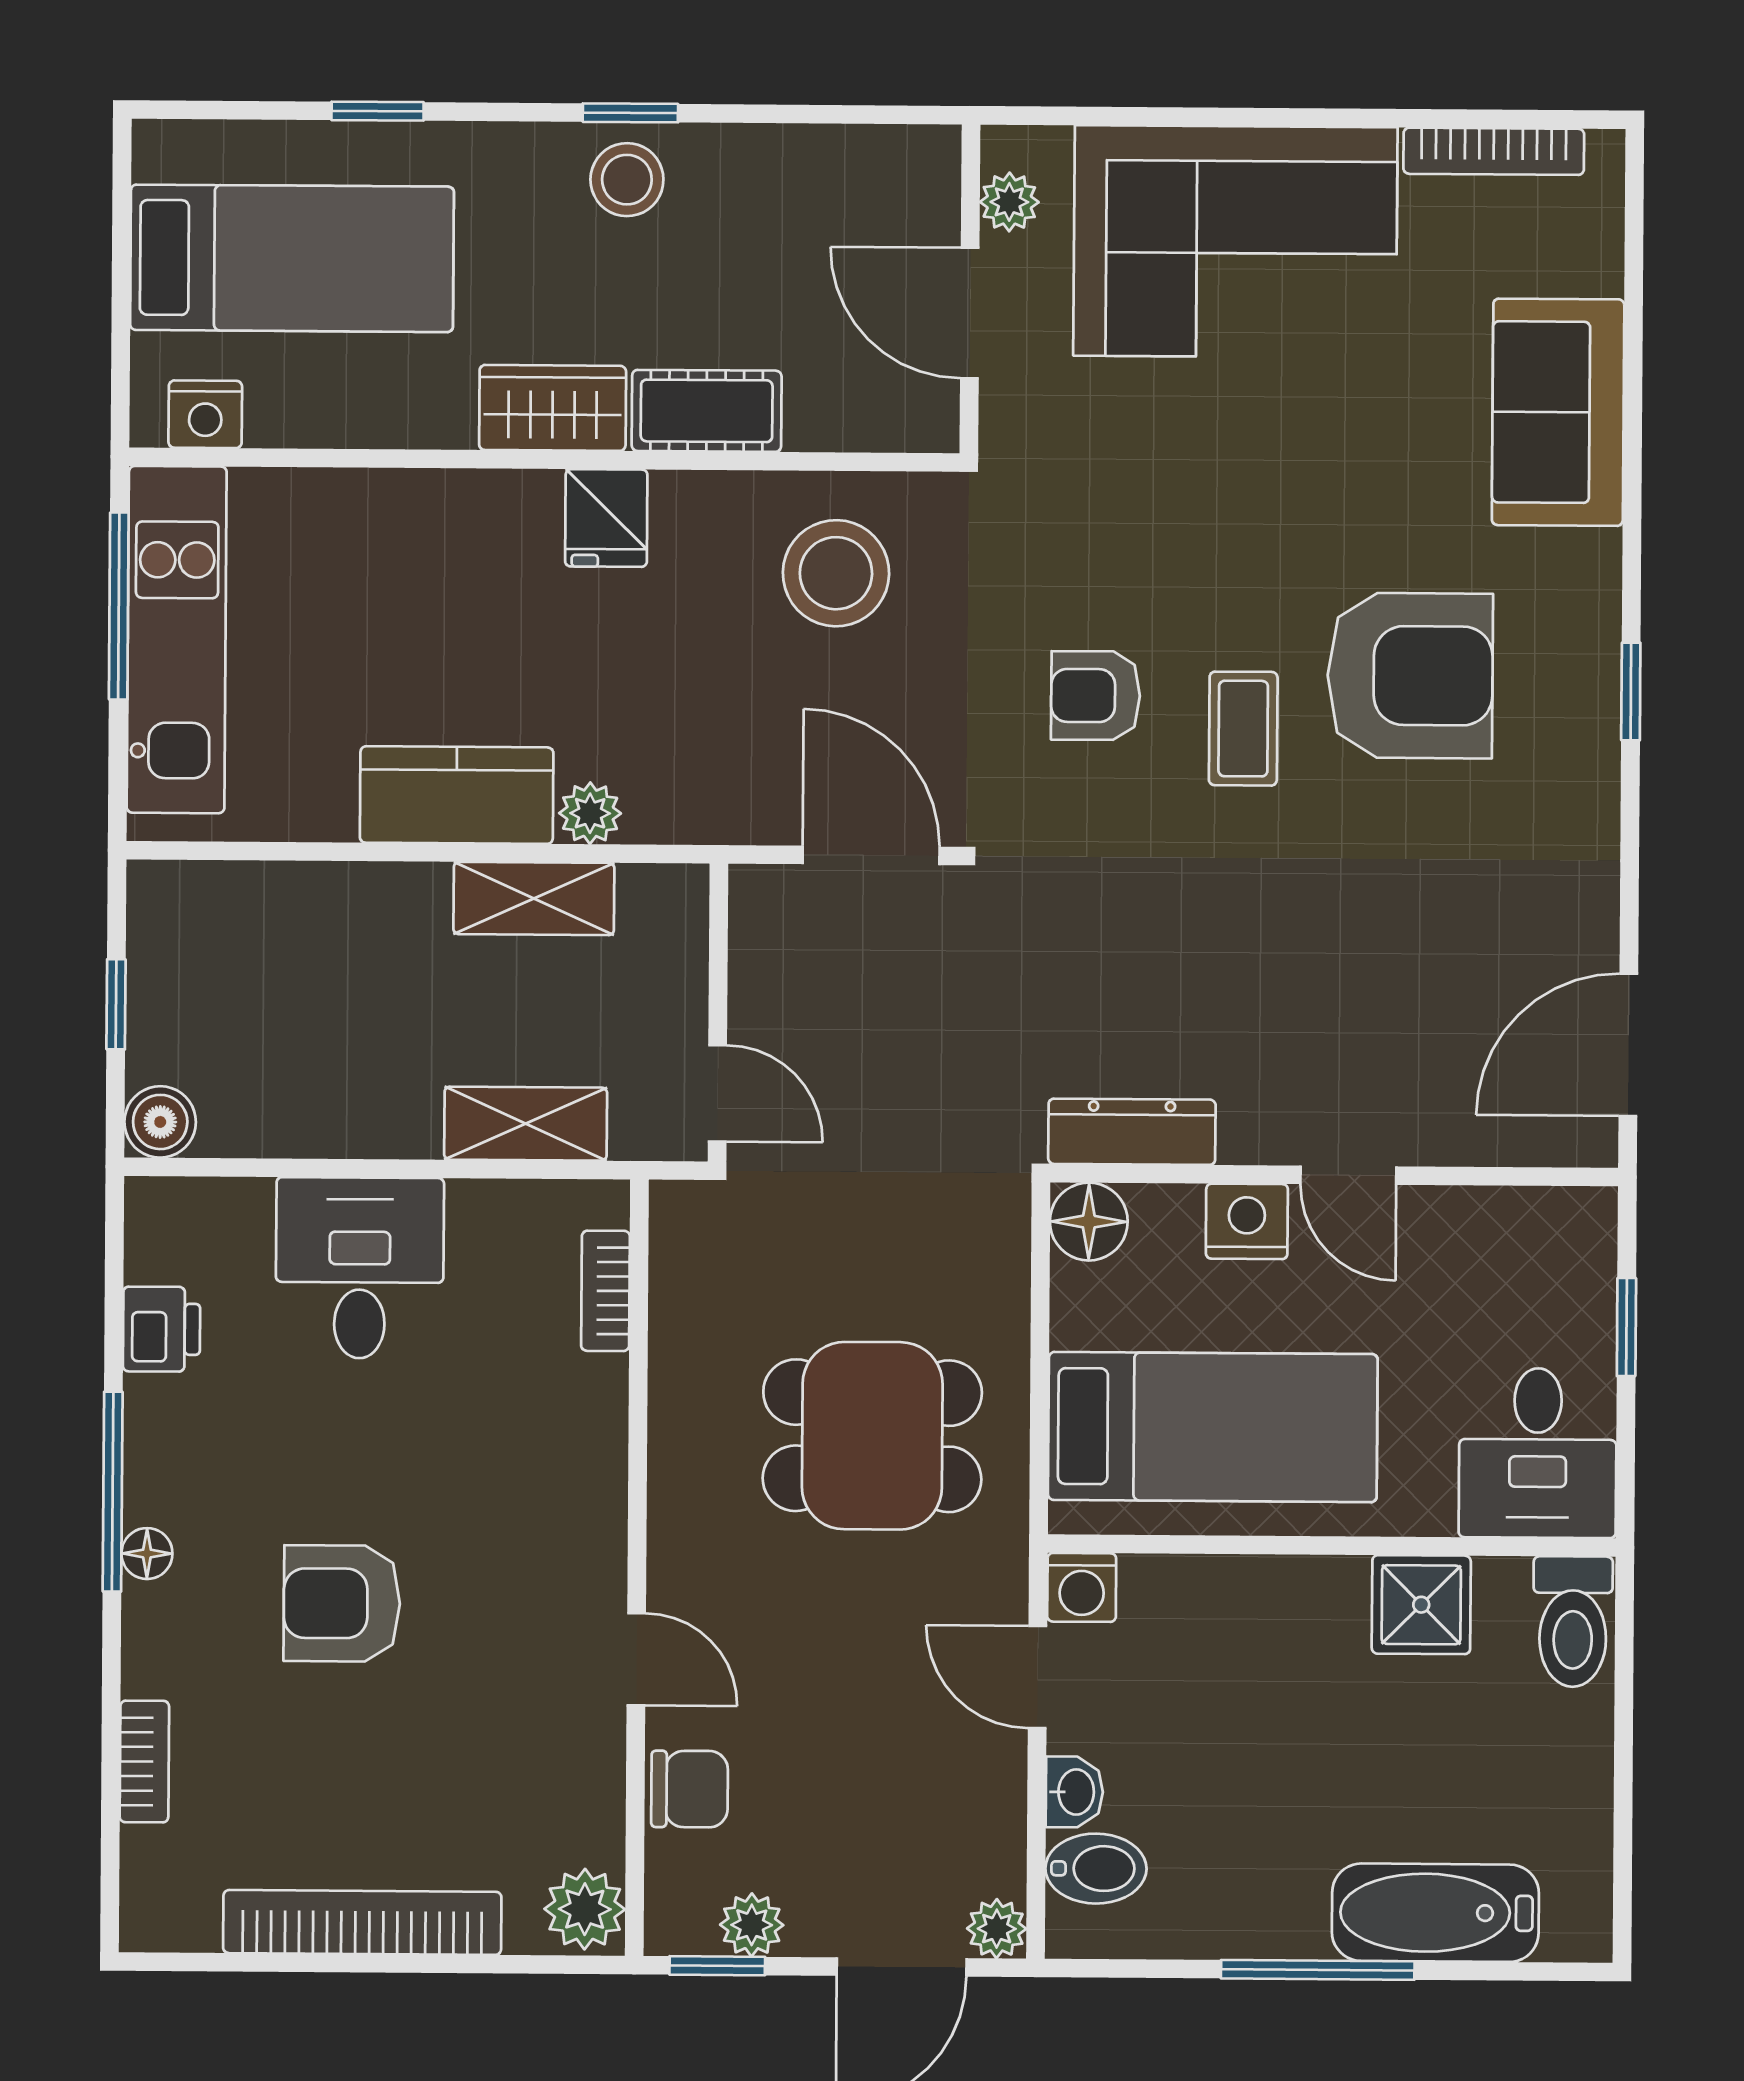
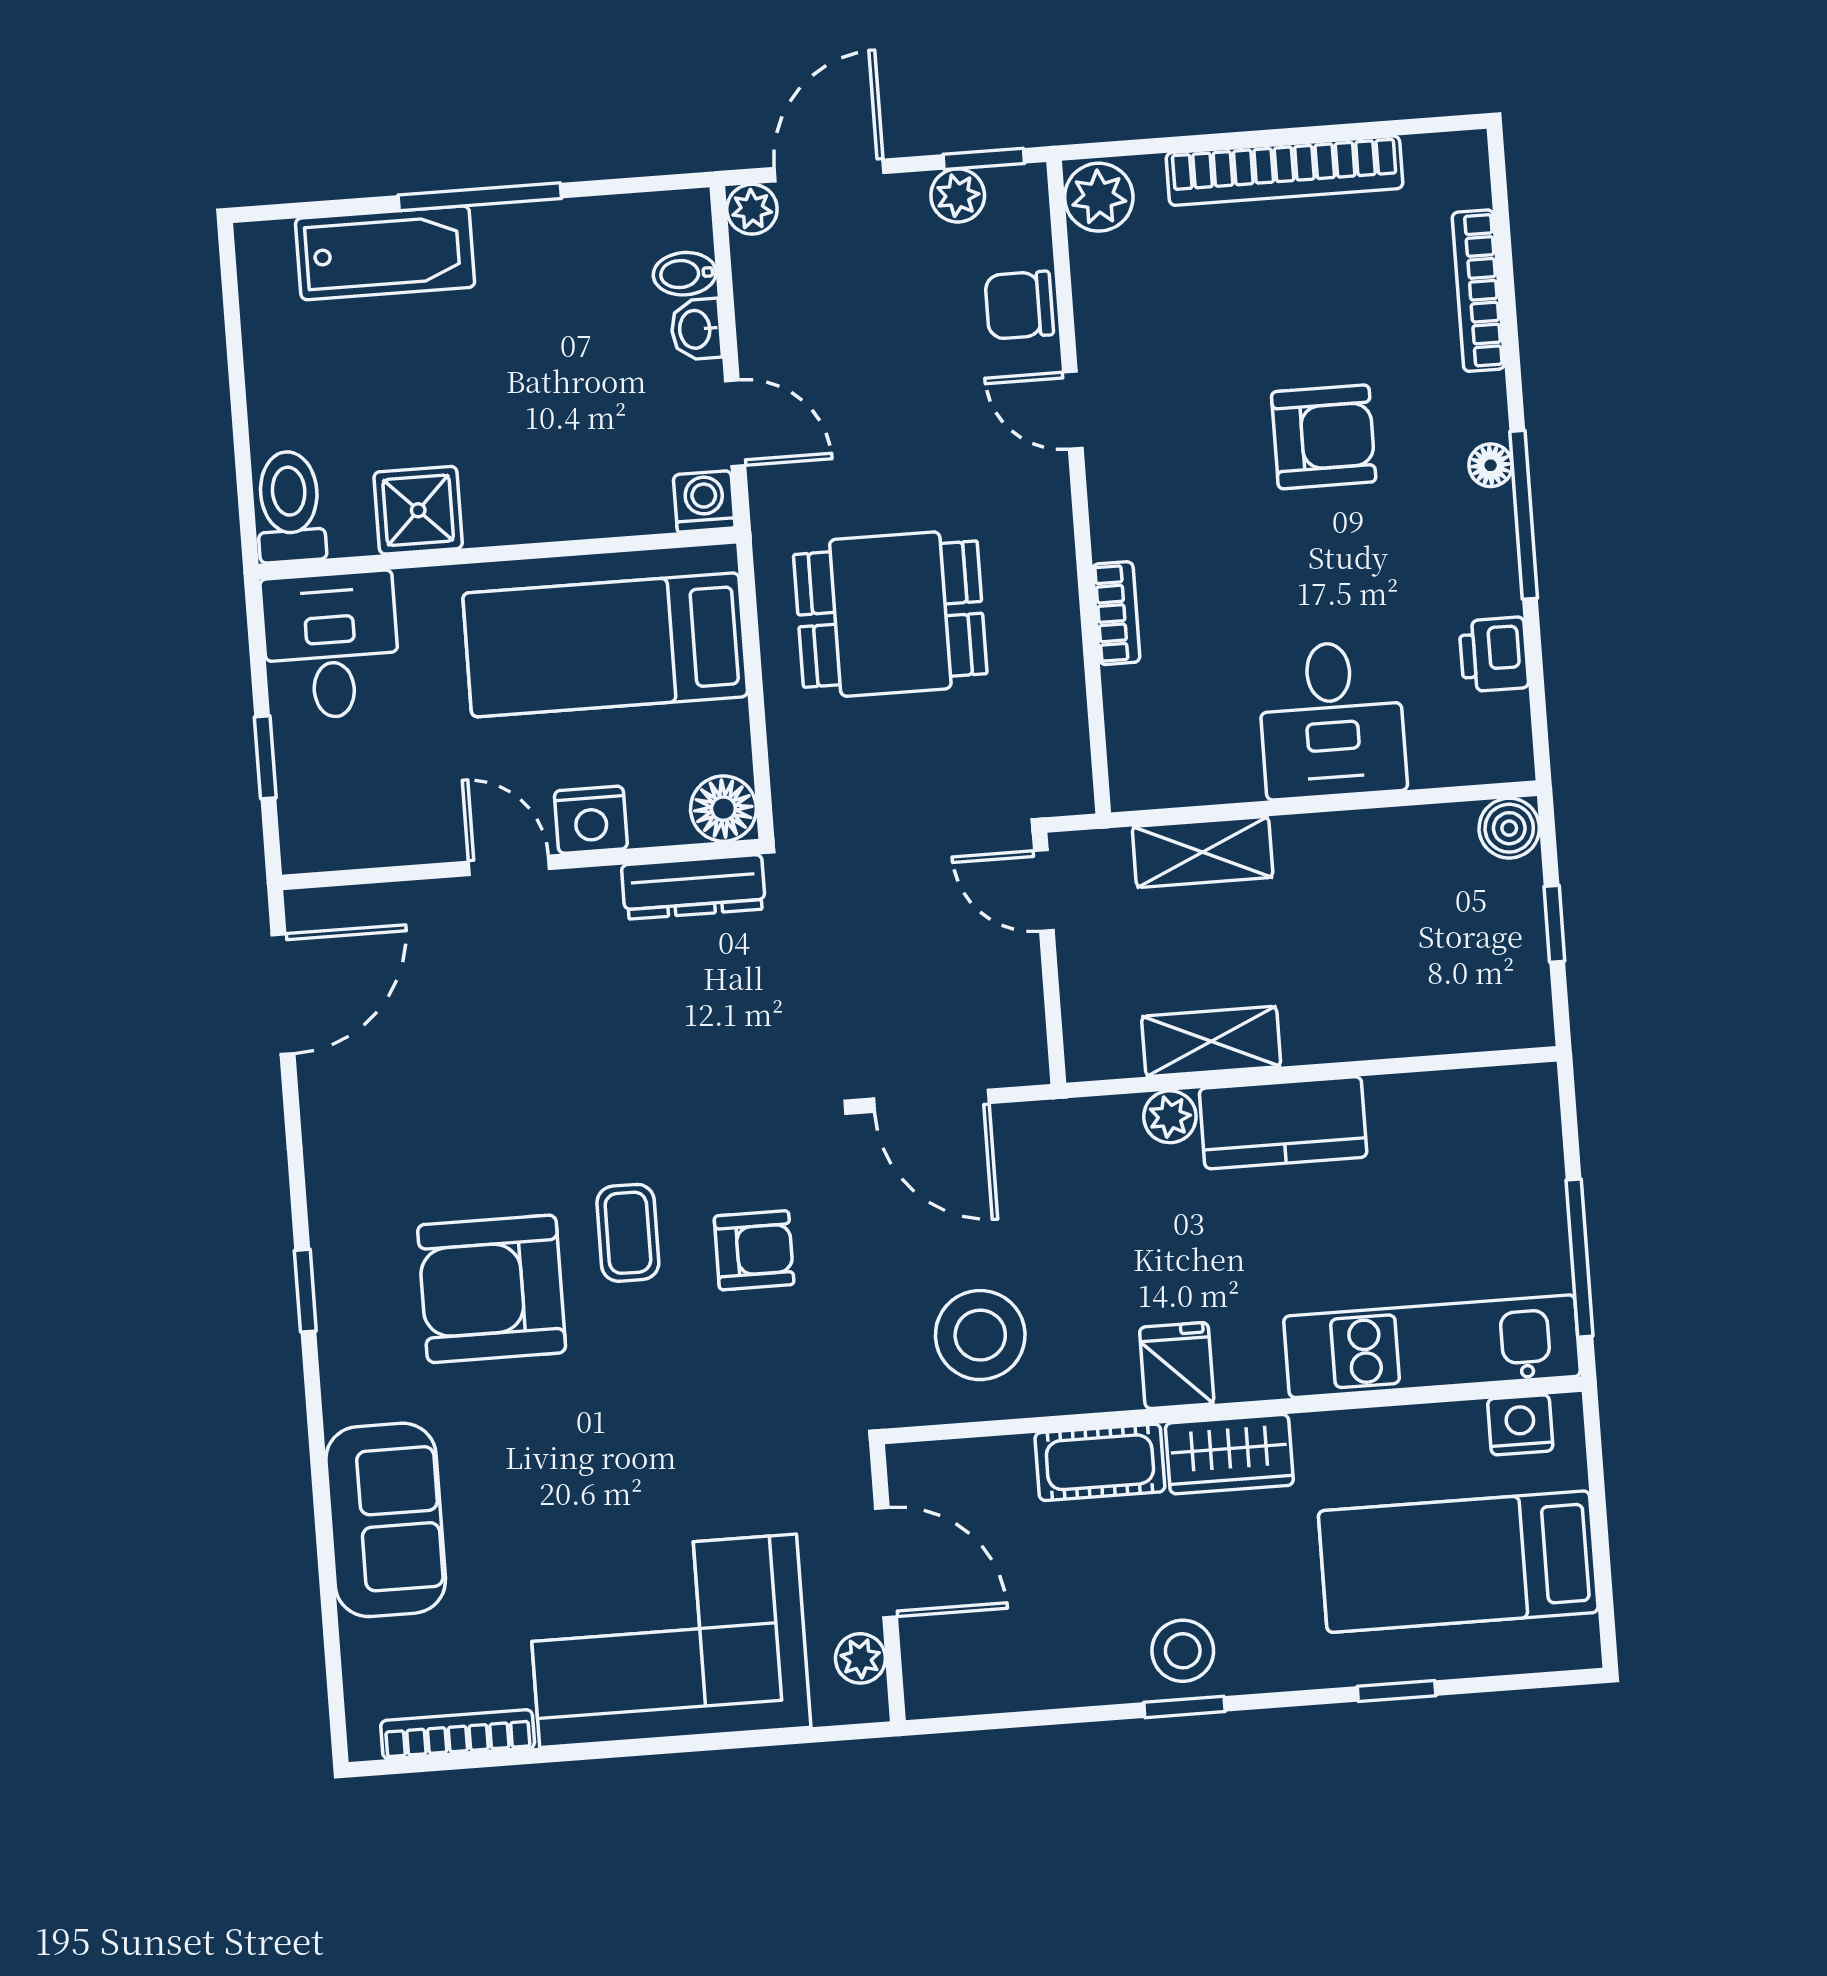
kitchen unit: (177, 640) -> (1432, 1346), moved, turned 90
bookcase: (606, 1291) -> (1116, 613), moved
bookcase: (144, 1762) -> (1478, 291), width x1.56
bidet: (1096, 1869) -> (685, 274), width x0.72, depth x0.74

